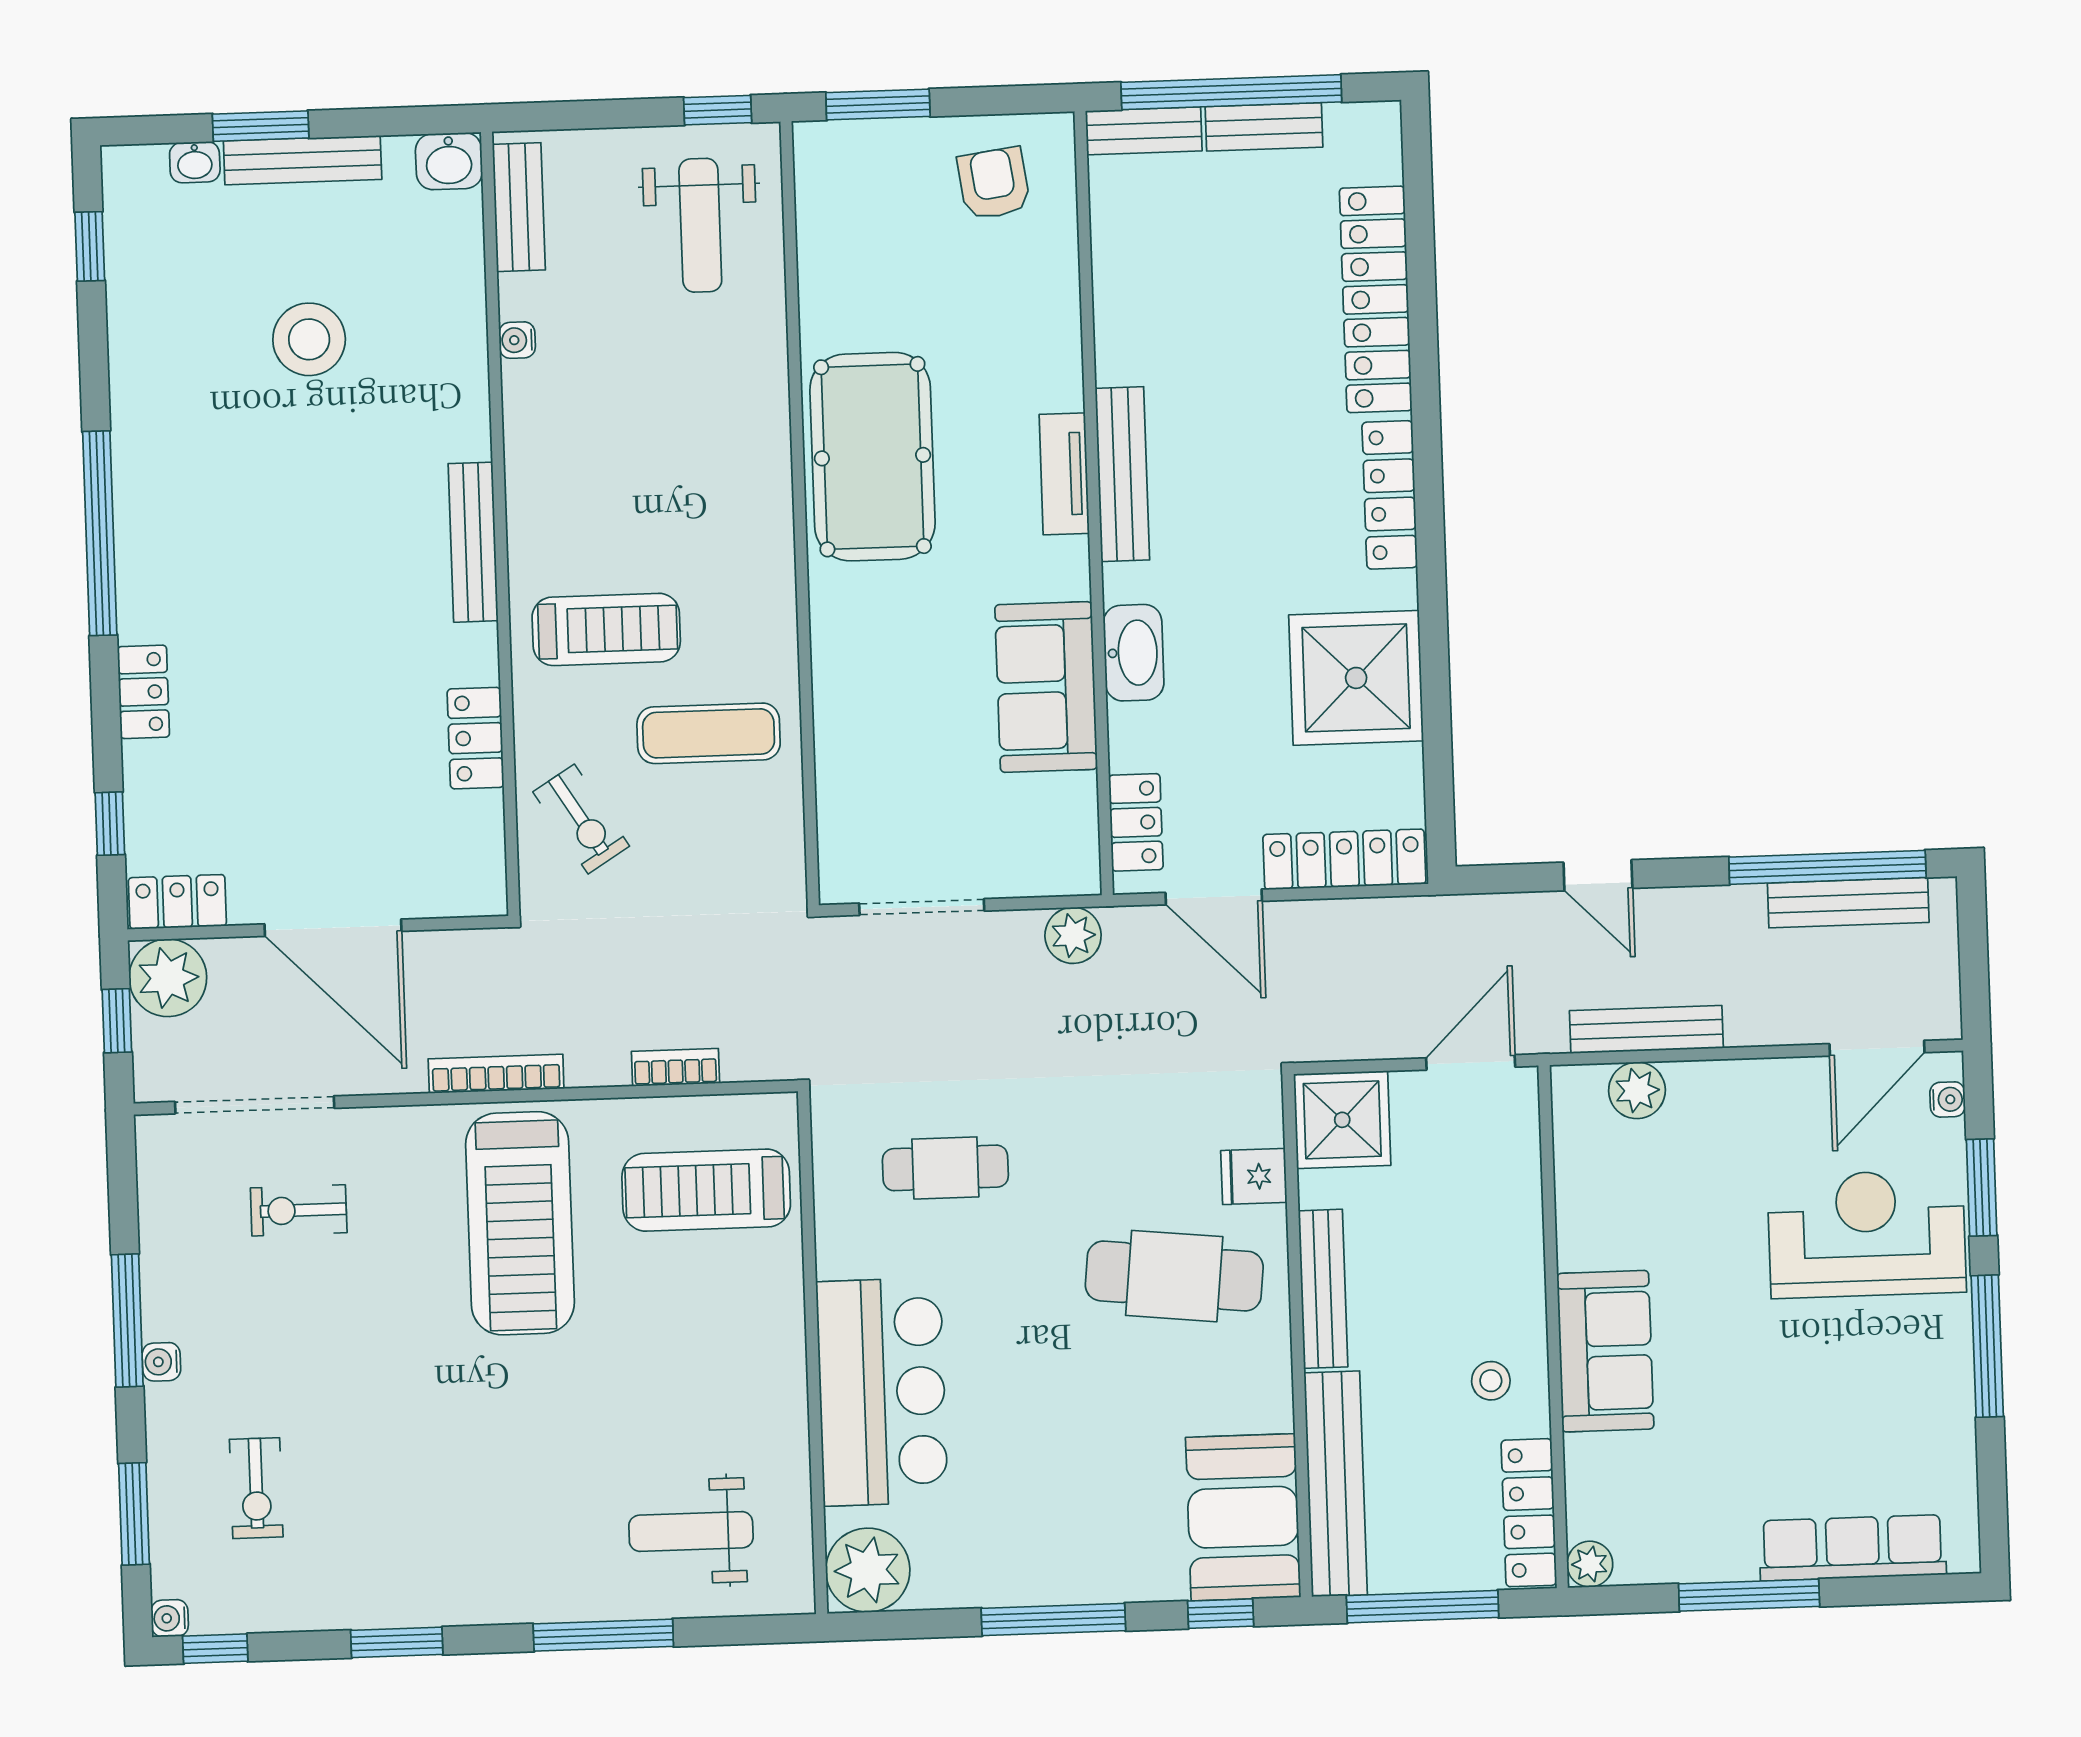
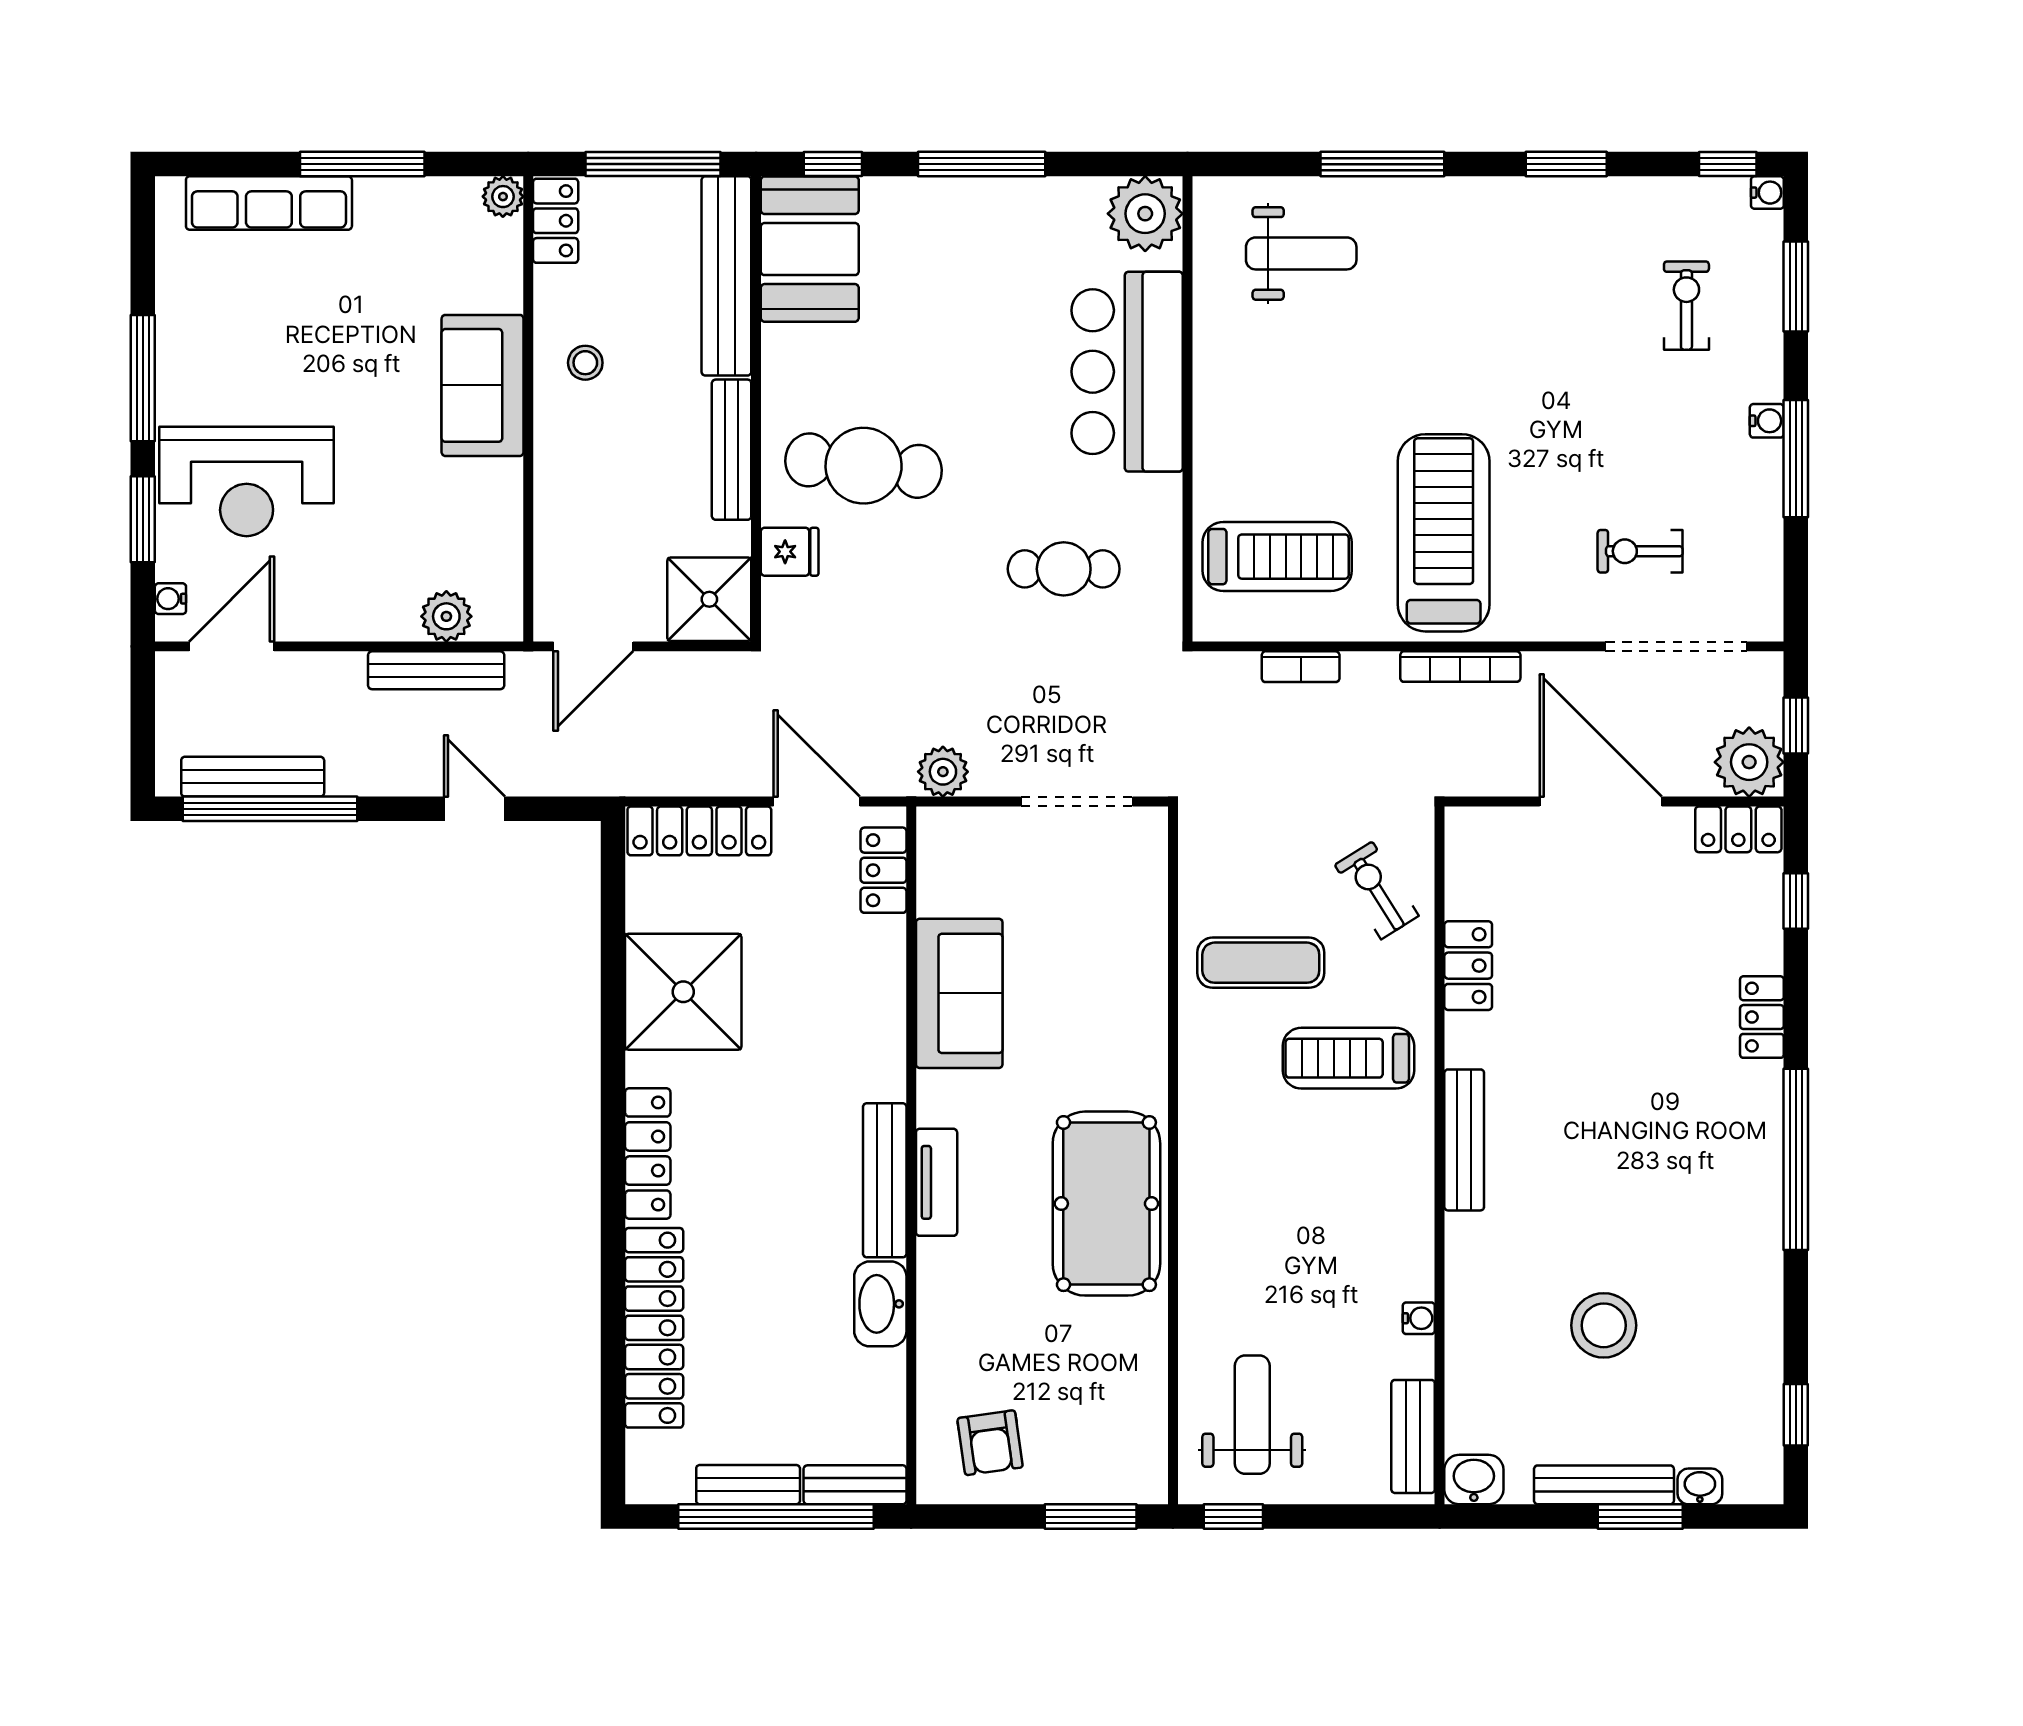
washbasin: (1134, 653) -> (880, 1304), moved
exercise bike: (299, 1210) -> (1640, 551), turned 180
locker: (1529, 1513) -> (556, 221), width x0.66

